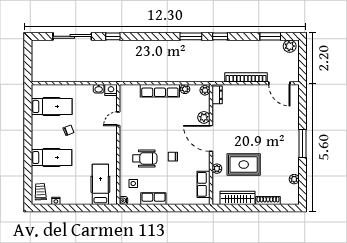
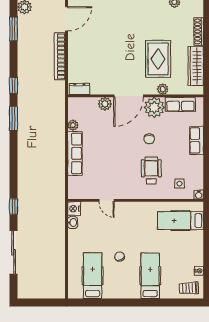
plant: (205, 90) -> (154, 107), moved, width x1.88, depth x1.88
row of seats: (153, 199) -> (197, 140), moved

